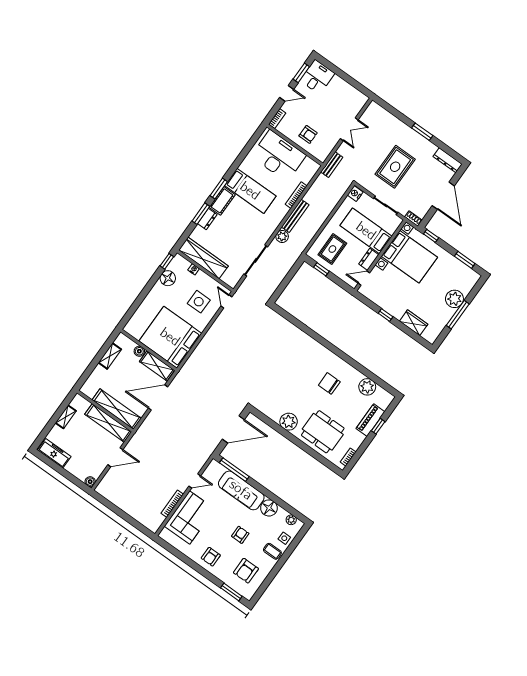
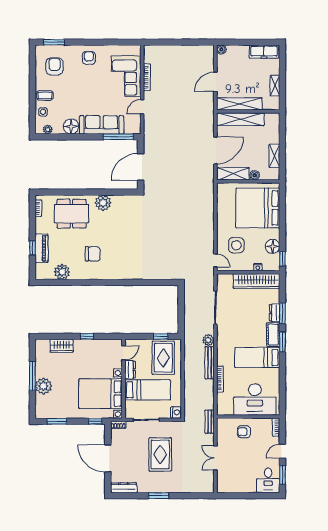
rug: (332, 249) -> (163, 358), width x1.36, depth x1.43
bed: (170, 337) -> (258, 208), moved, turned 180
armchair: (240, 535) -> (78, 91), removed

